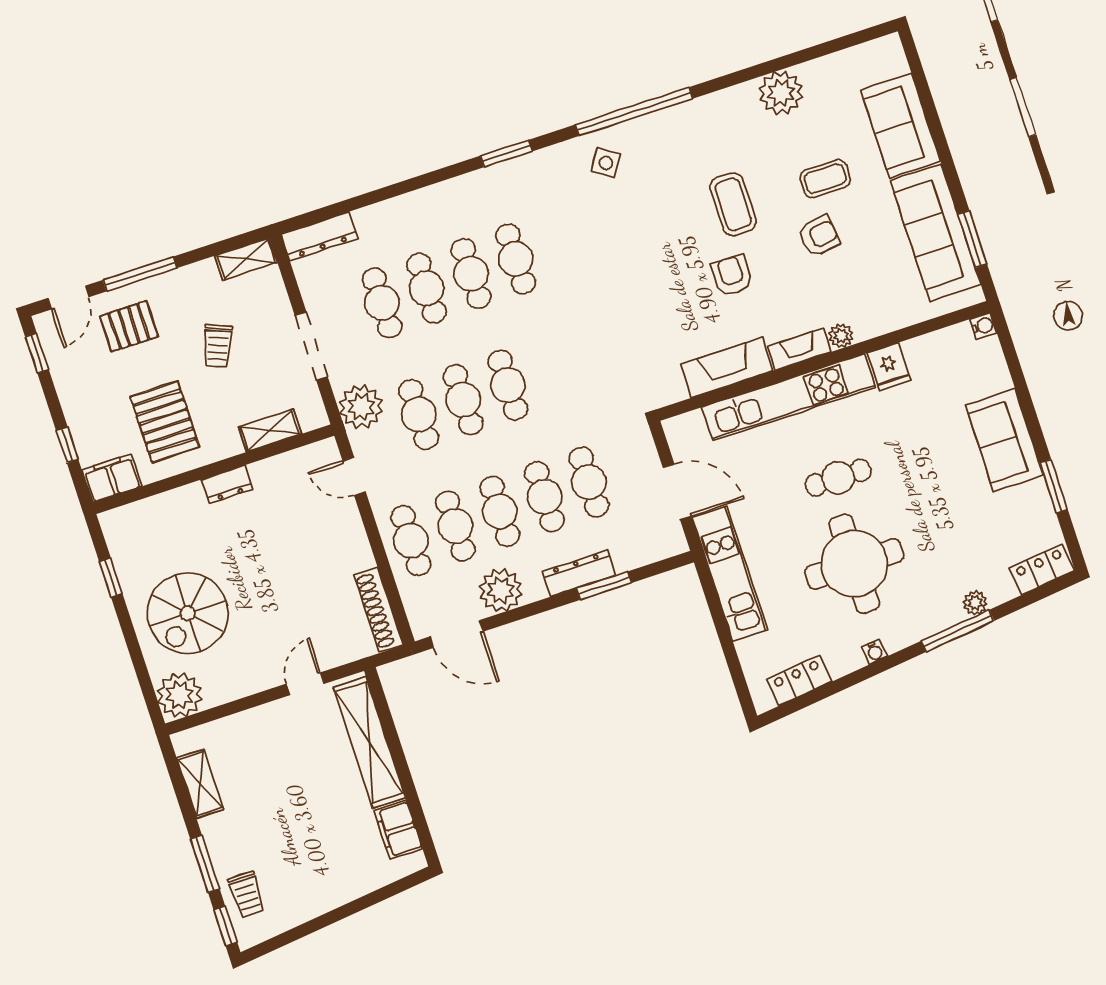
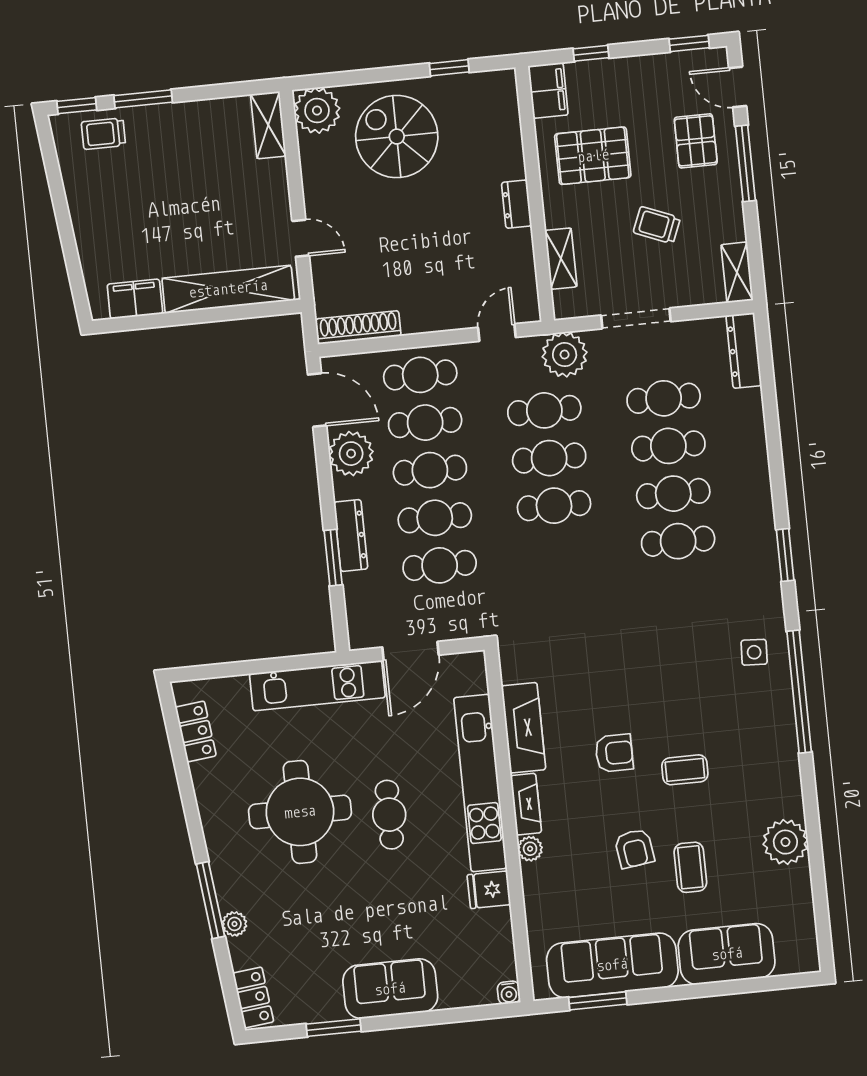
side table: (606, 163) -> (754, 652), turned -30
coffee table: (733, 204) -> (685, 770), width x0.73, depth x0.77
door: (457, 634) -> (317, 400), swing flipped
water cooler: (875, 652) -> (208, 813), removed
shelving: (200, 784) -> (268, 125), moved, turned 90

